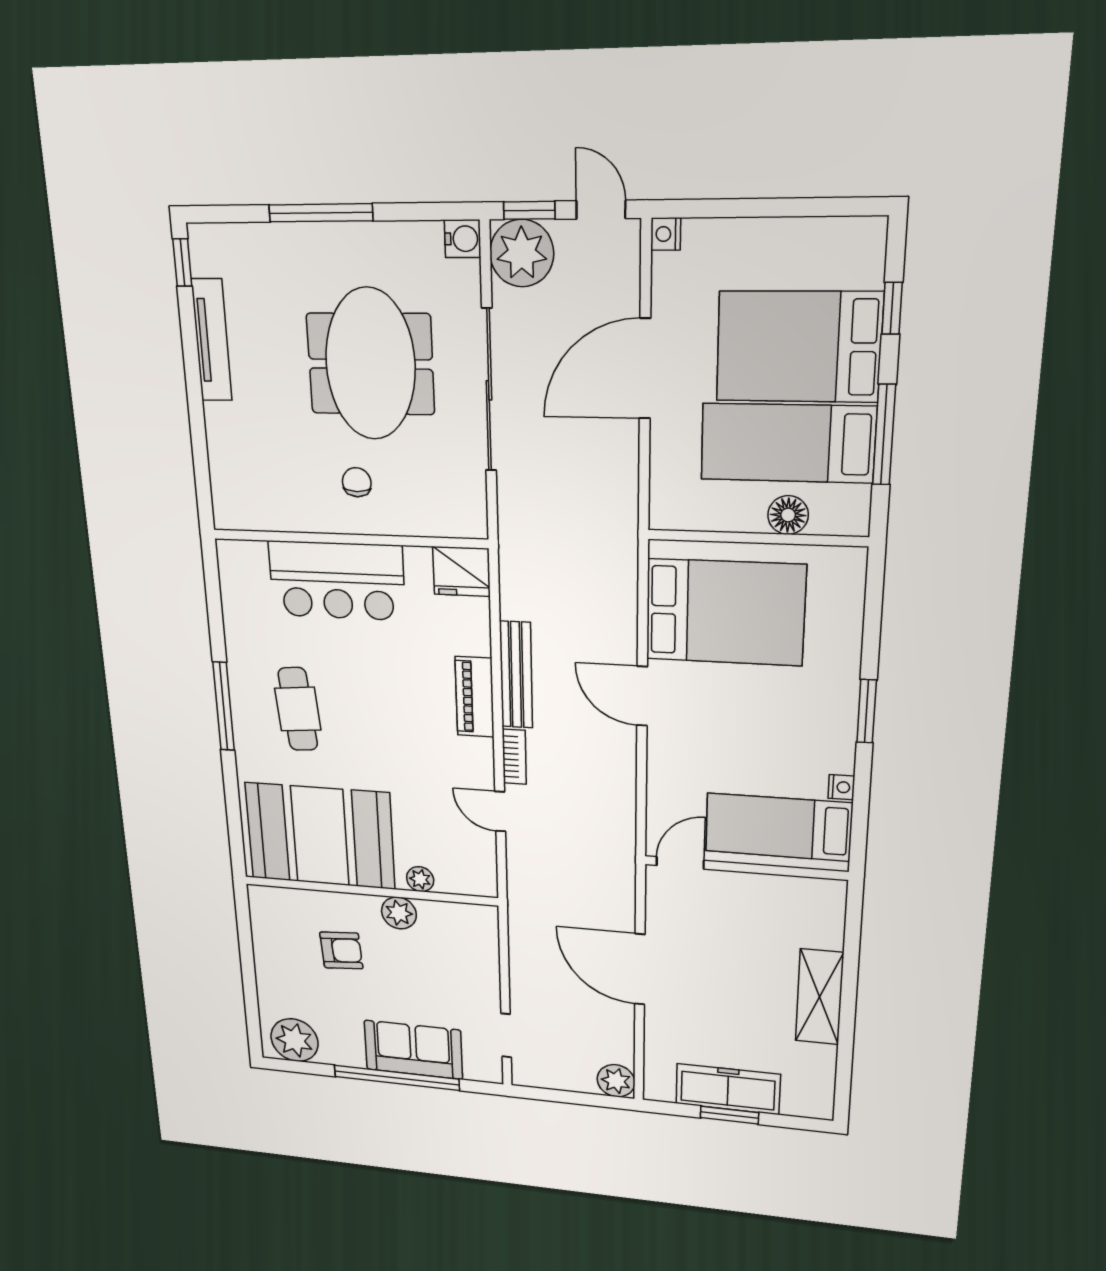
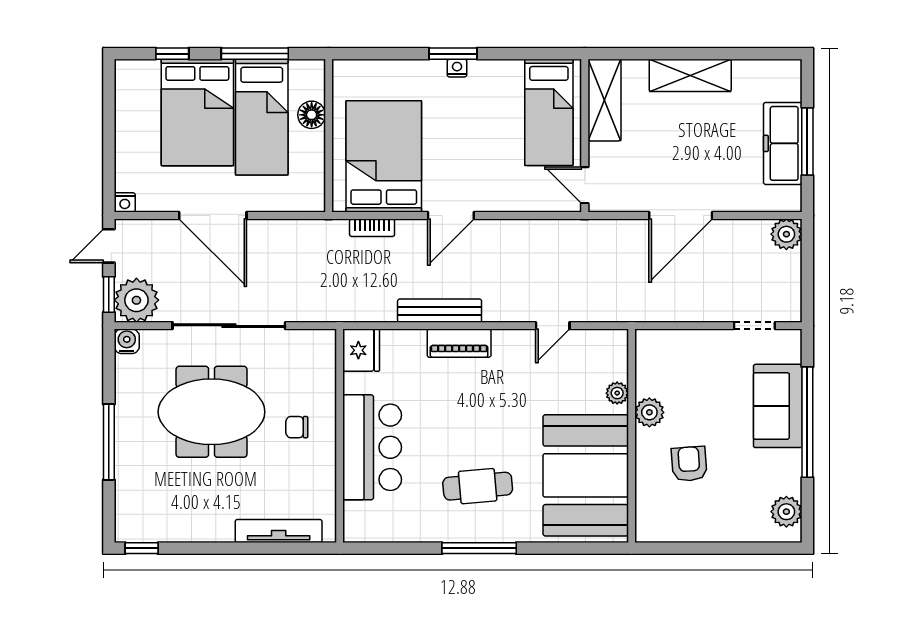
tv unit: (212, 340) -> (279, 531), moved
bookcase: (514, 757) -> (372, 228), moved, turned 180
nightstand: (841, 787) -> (457, 68), moved
shelving: (792, 895) -> (604, 100), added
plant: (294, 1040) -> (786, 512), width x0.73, depth x0.73
window: (729, 1115) -> (807, 141), width x1.44

